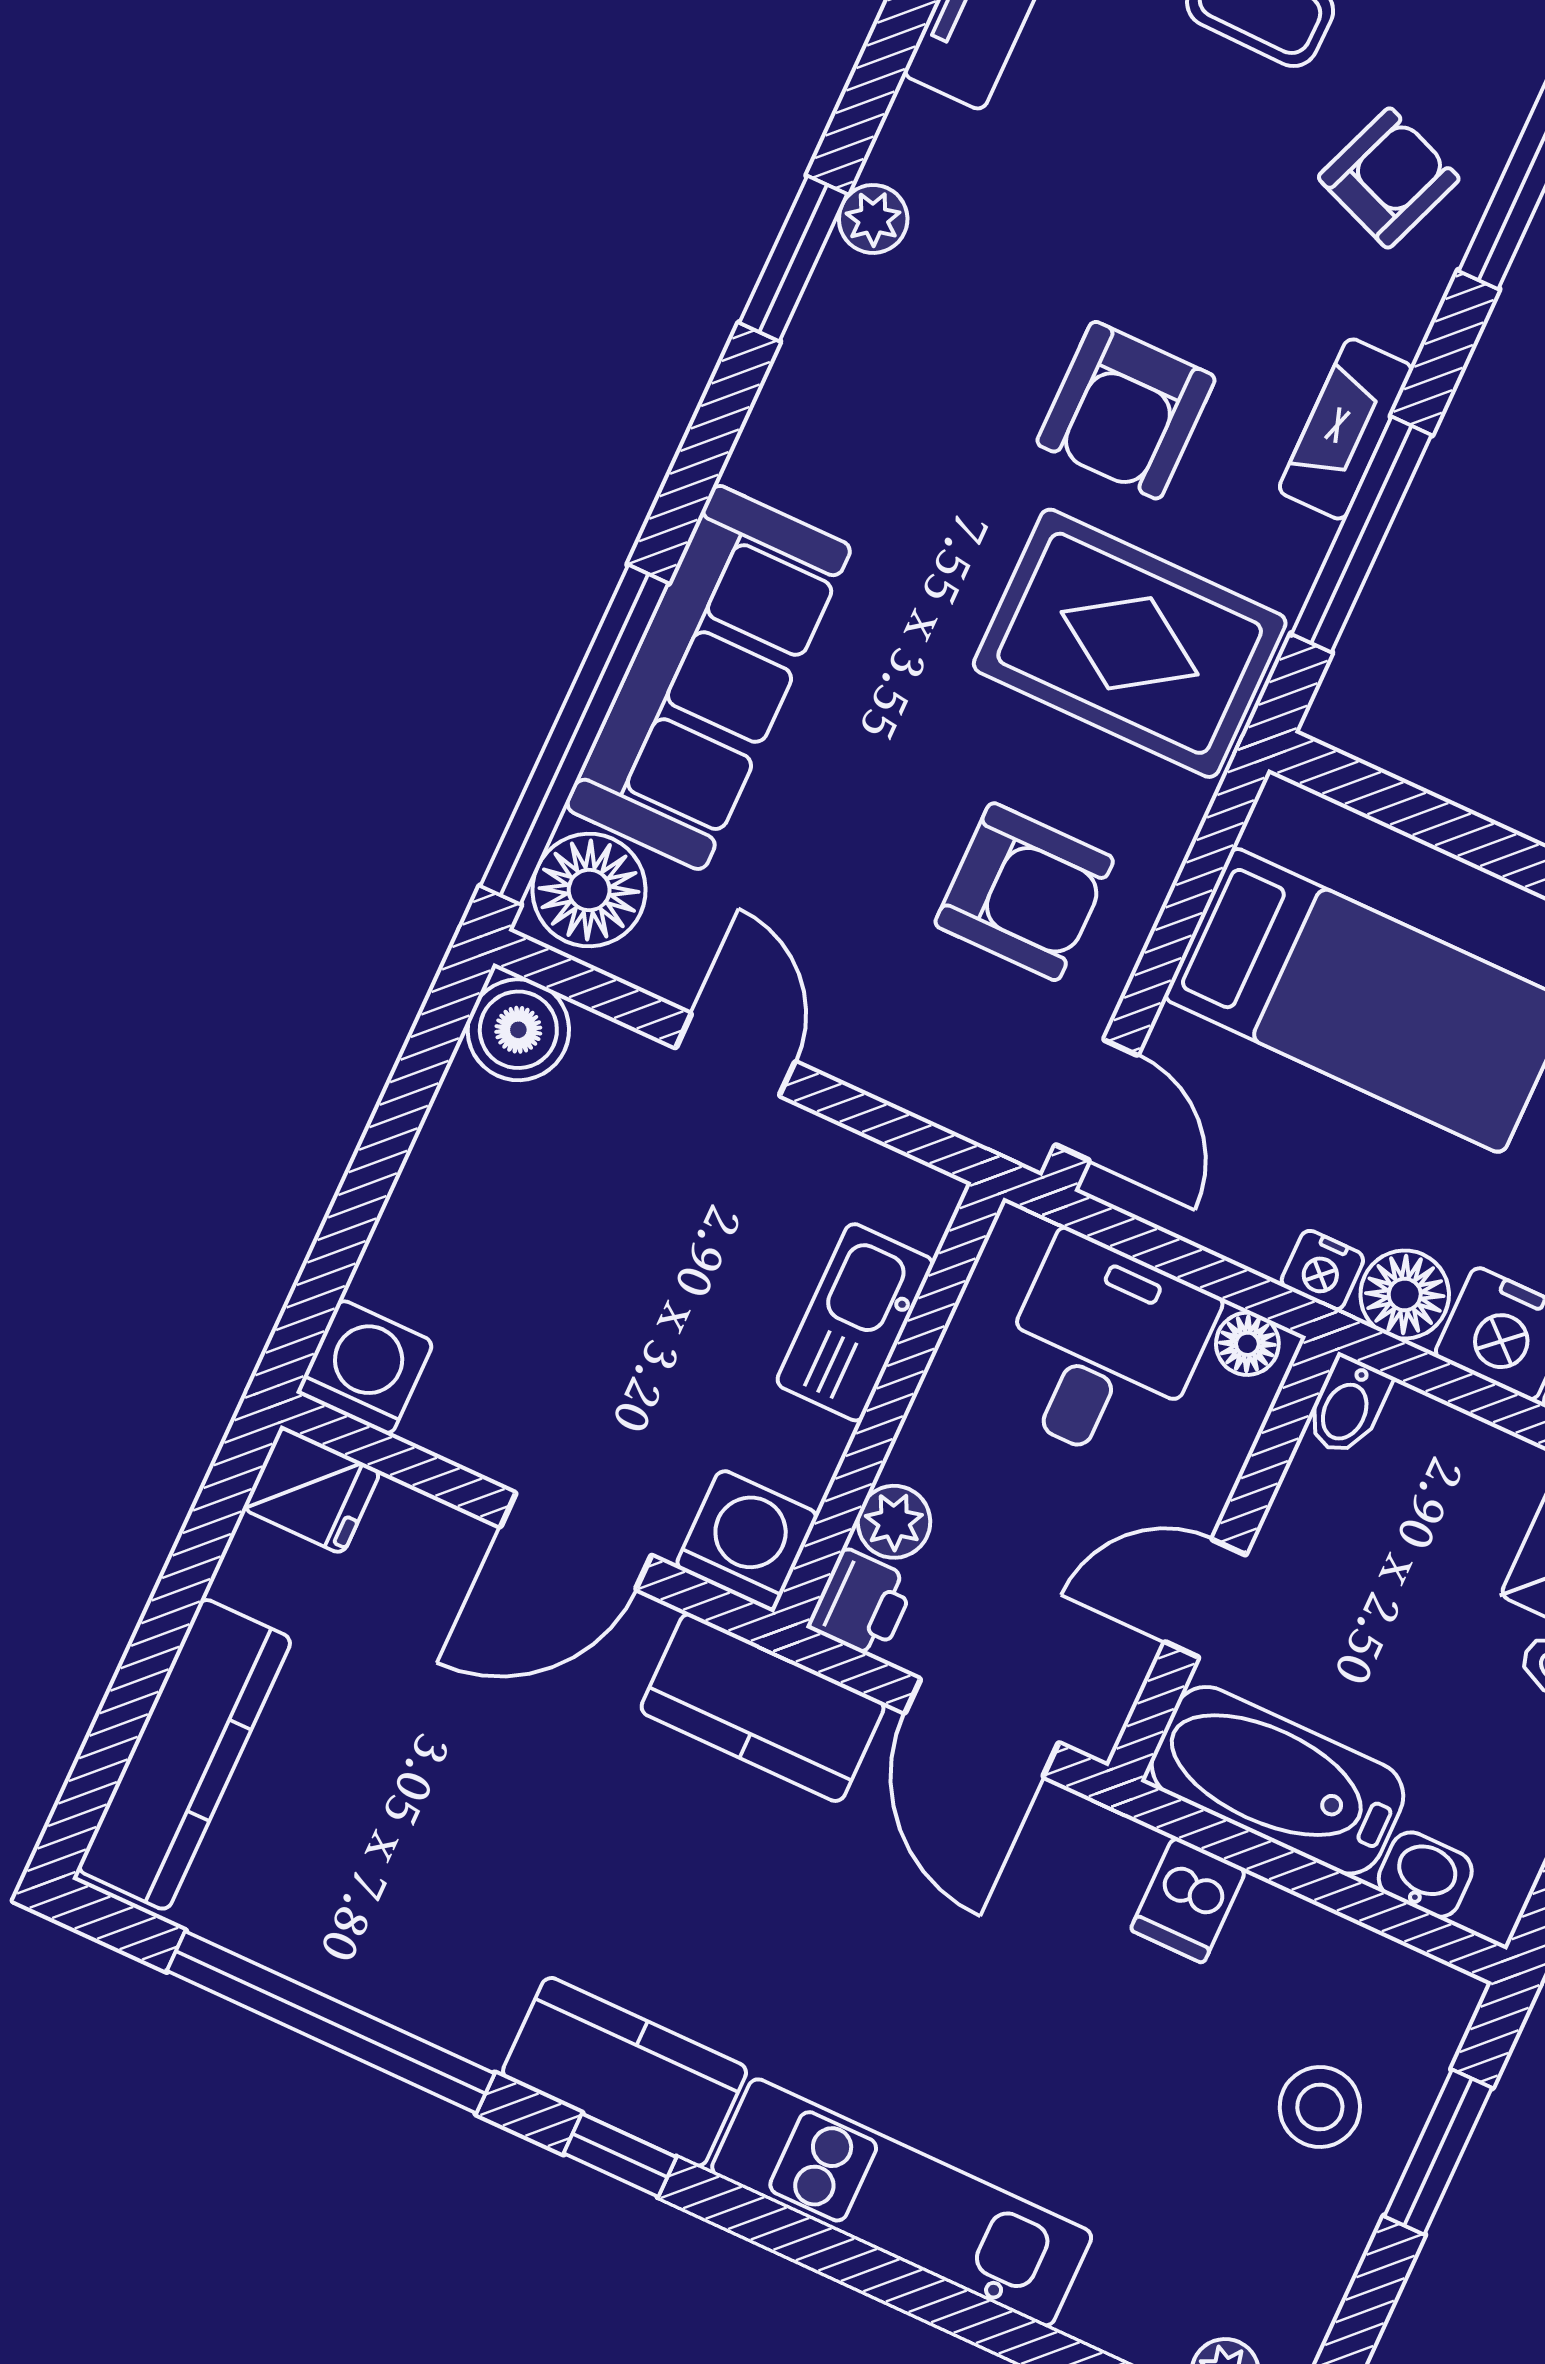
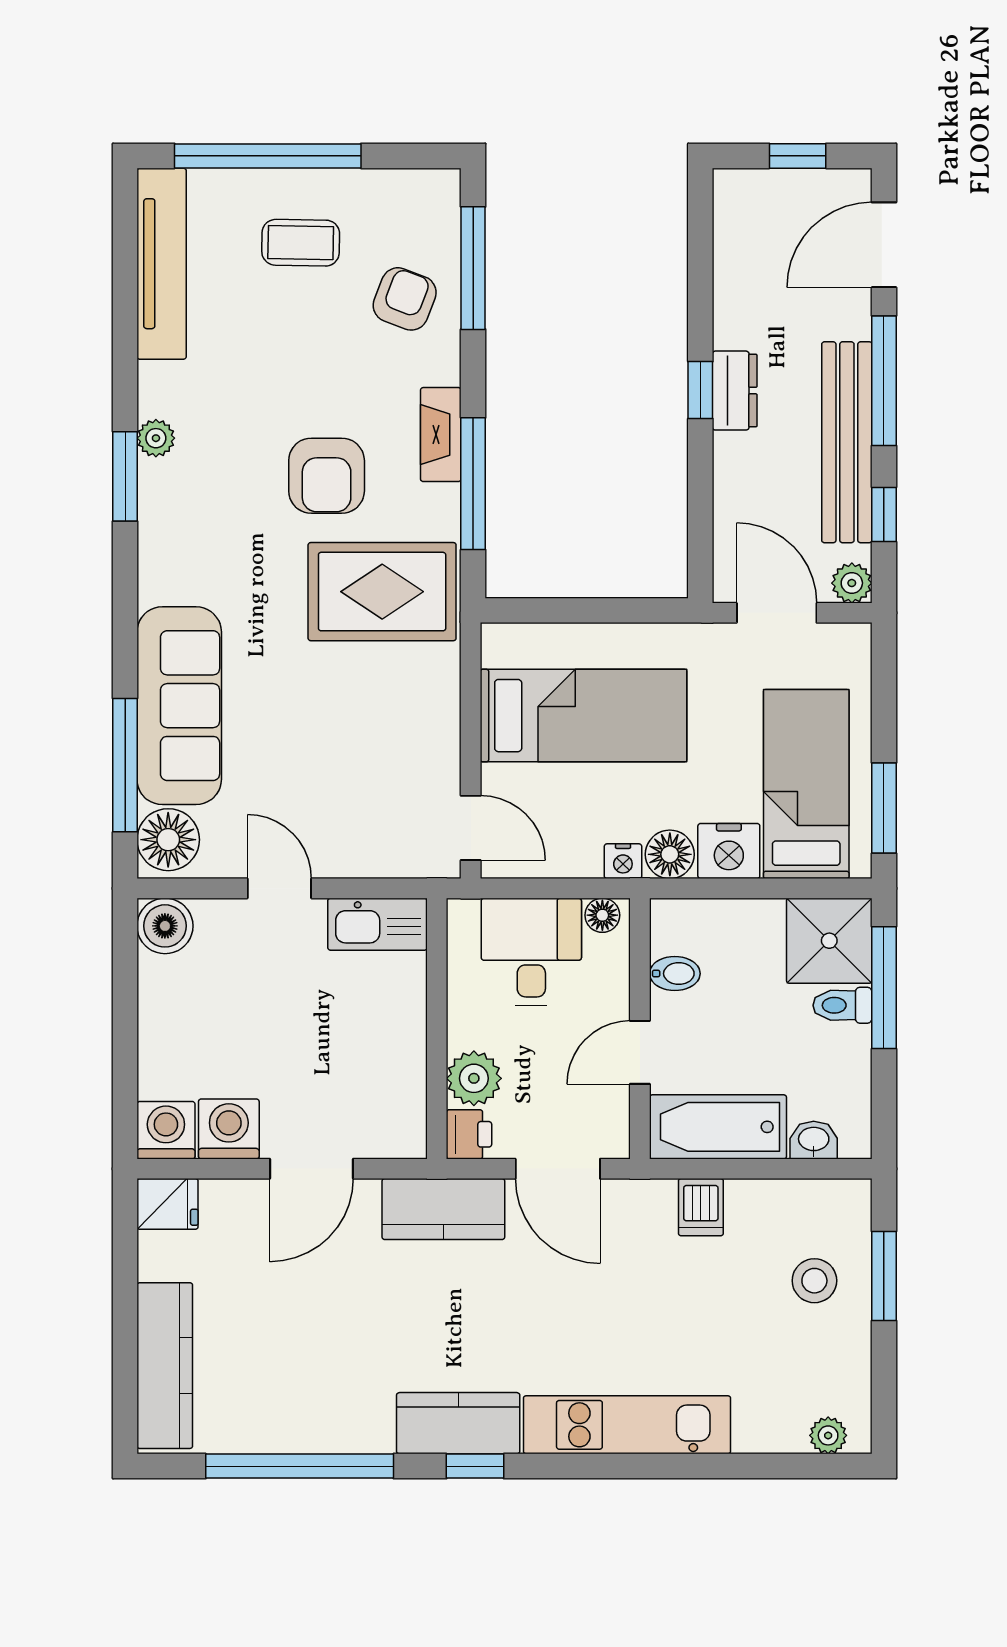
window: (574, 735) -> (125, 765), width x0.68
armchair: (1024, 892) -> (386, 740), removed
kitchen sink: (855, 1322) -> (378, 924), moved, turned -90
bidet: (1347, 1406) -> (675, 974), moved, turned -90
plant: (894, 1522) -> (474, 1078), width x1.38, depth x1.38
washing machine: (747, 1540) -> (229, 1129), moved

